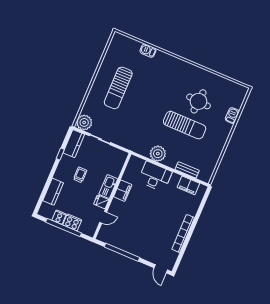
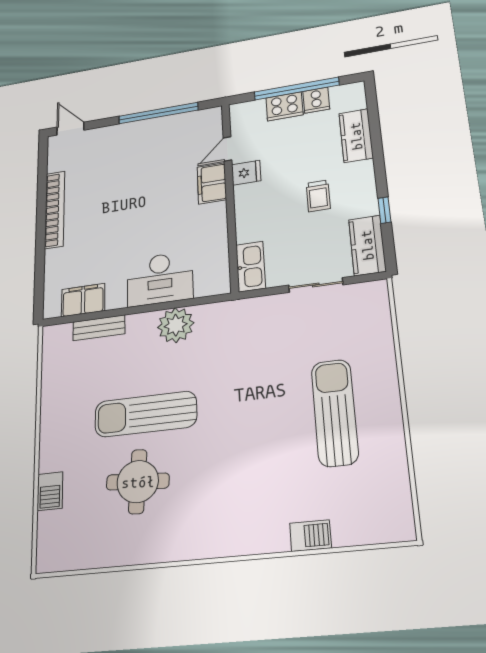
plant: (84, 122) -> (370, 299), removed
kitchen sink: (108, 187) -> (251, 267), moved
filing cabinet: (123, 191) -> (212, 183), moved

